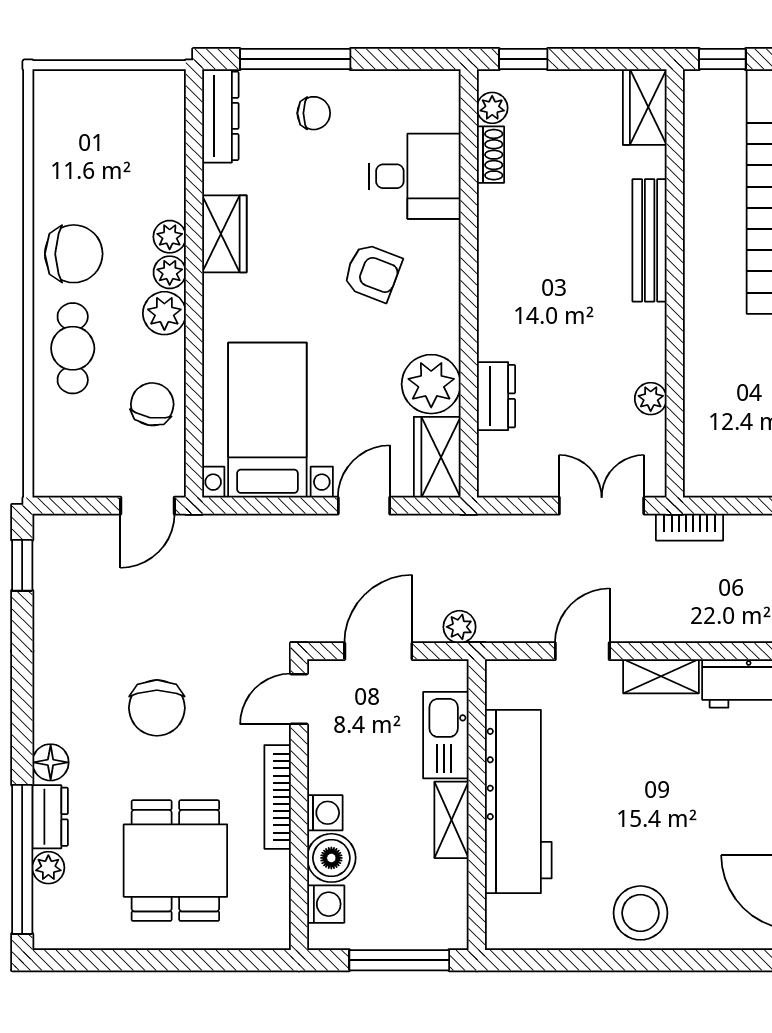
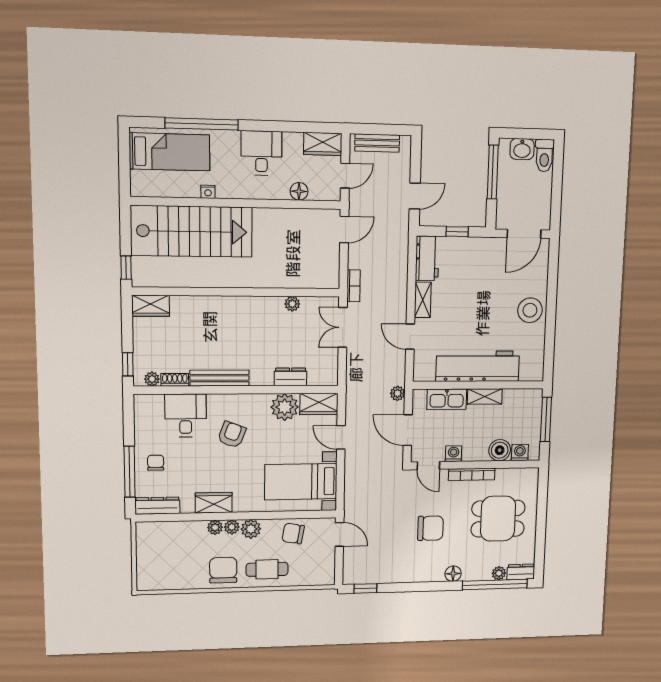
bench: (650, 240) -> (220, 378), moved
washing machine: (325, 813) -> (453, 454), moved
dresser: (50, 817) -> (521, 572), moved

